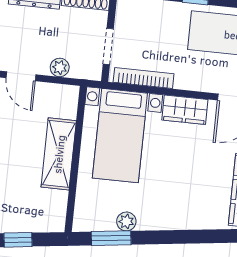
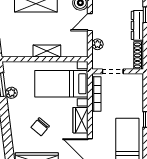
shelving: (59, 154) -> (47, 51), width x0.67, depth x0.75
chair: (189, 179) -> (40, 127), added

